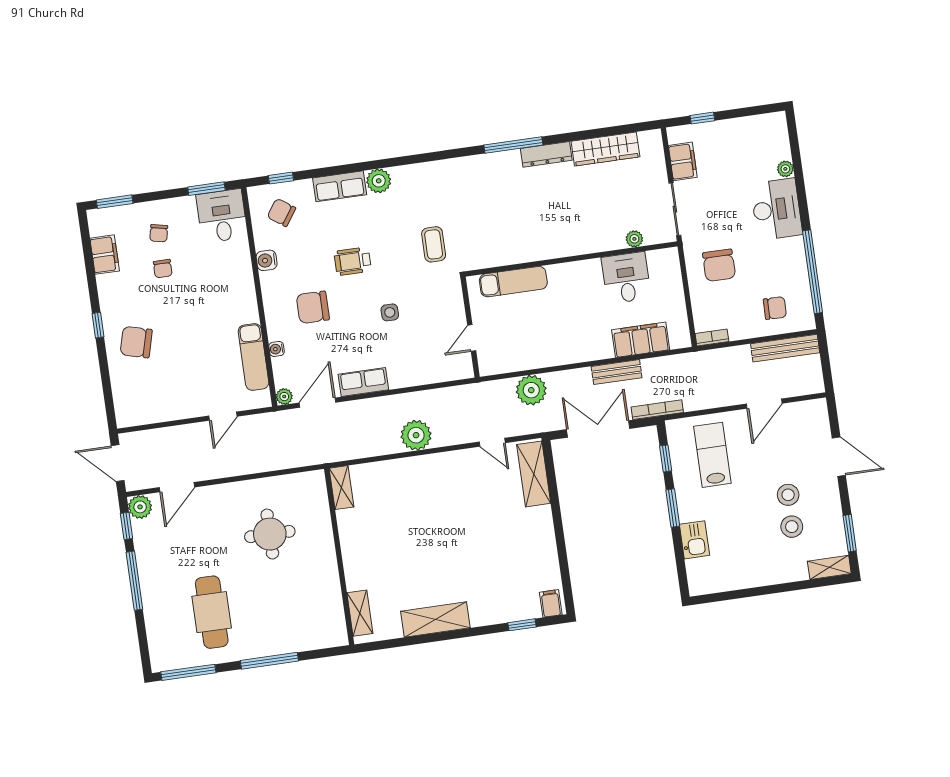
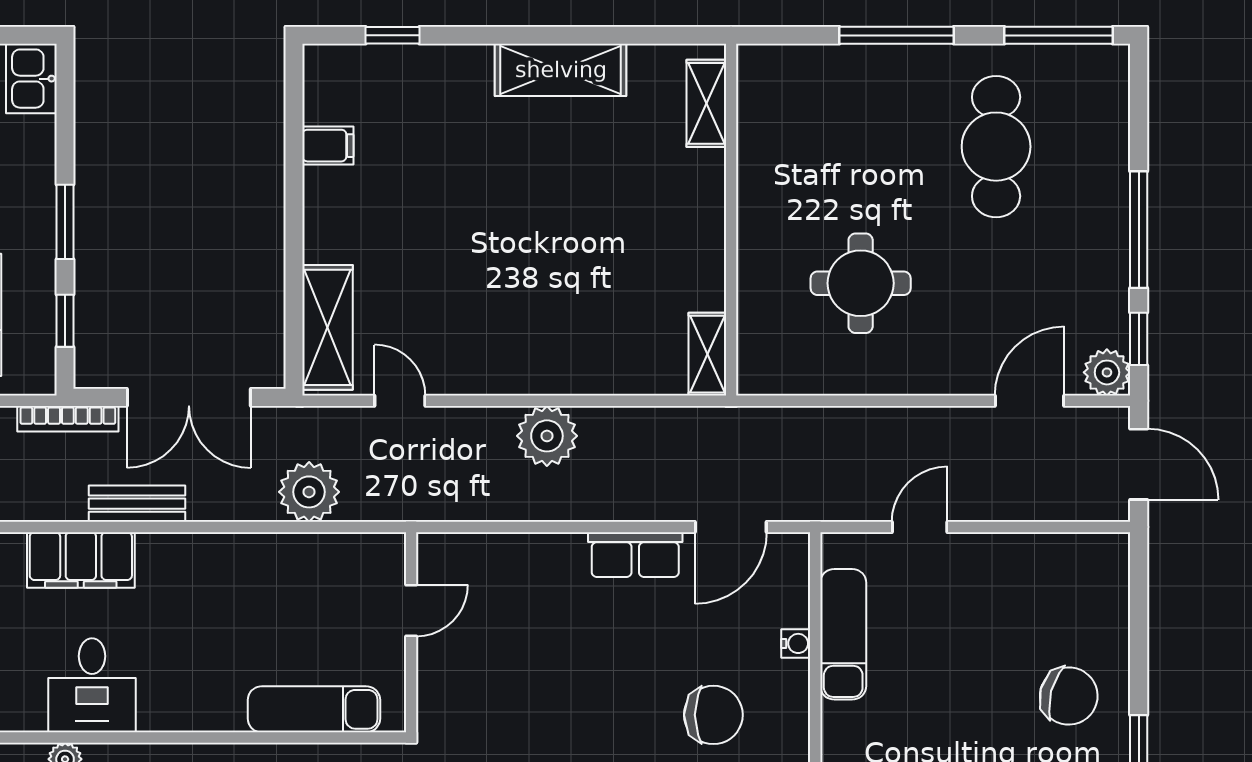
side table: (390, 312) -> (564, 683), removed
plant: (284, 397) -> (794, 548), removed
kitchen sink: (694, 540) -> (31, 79), moved
filing cabinet: (551, 603) -> (328, 146), moved, turned -90

